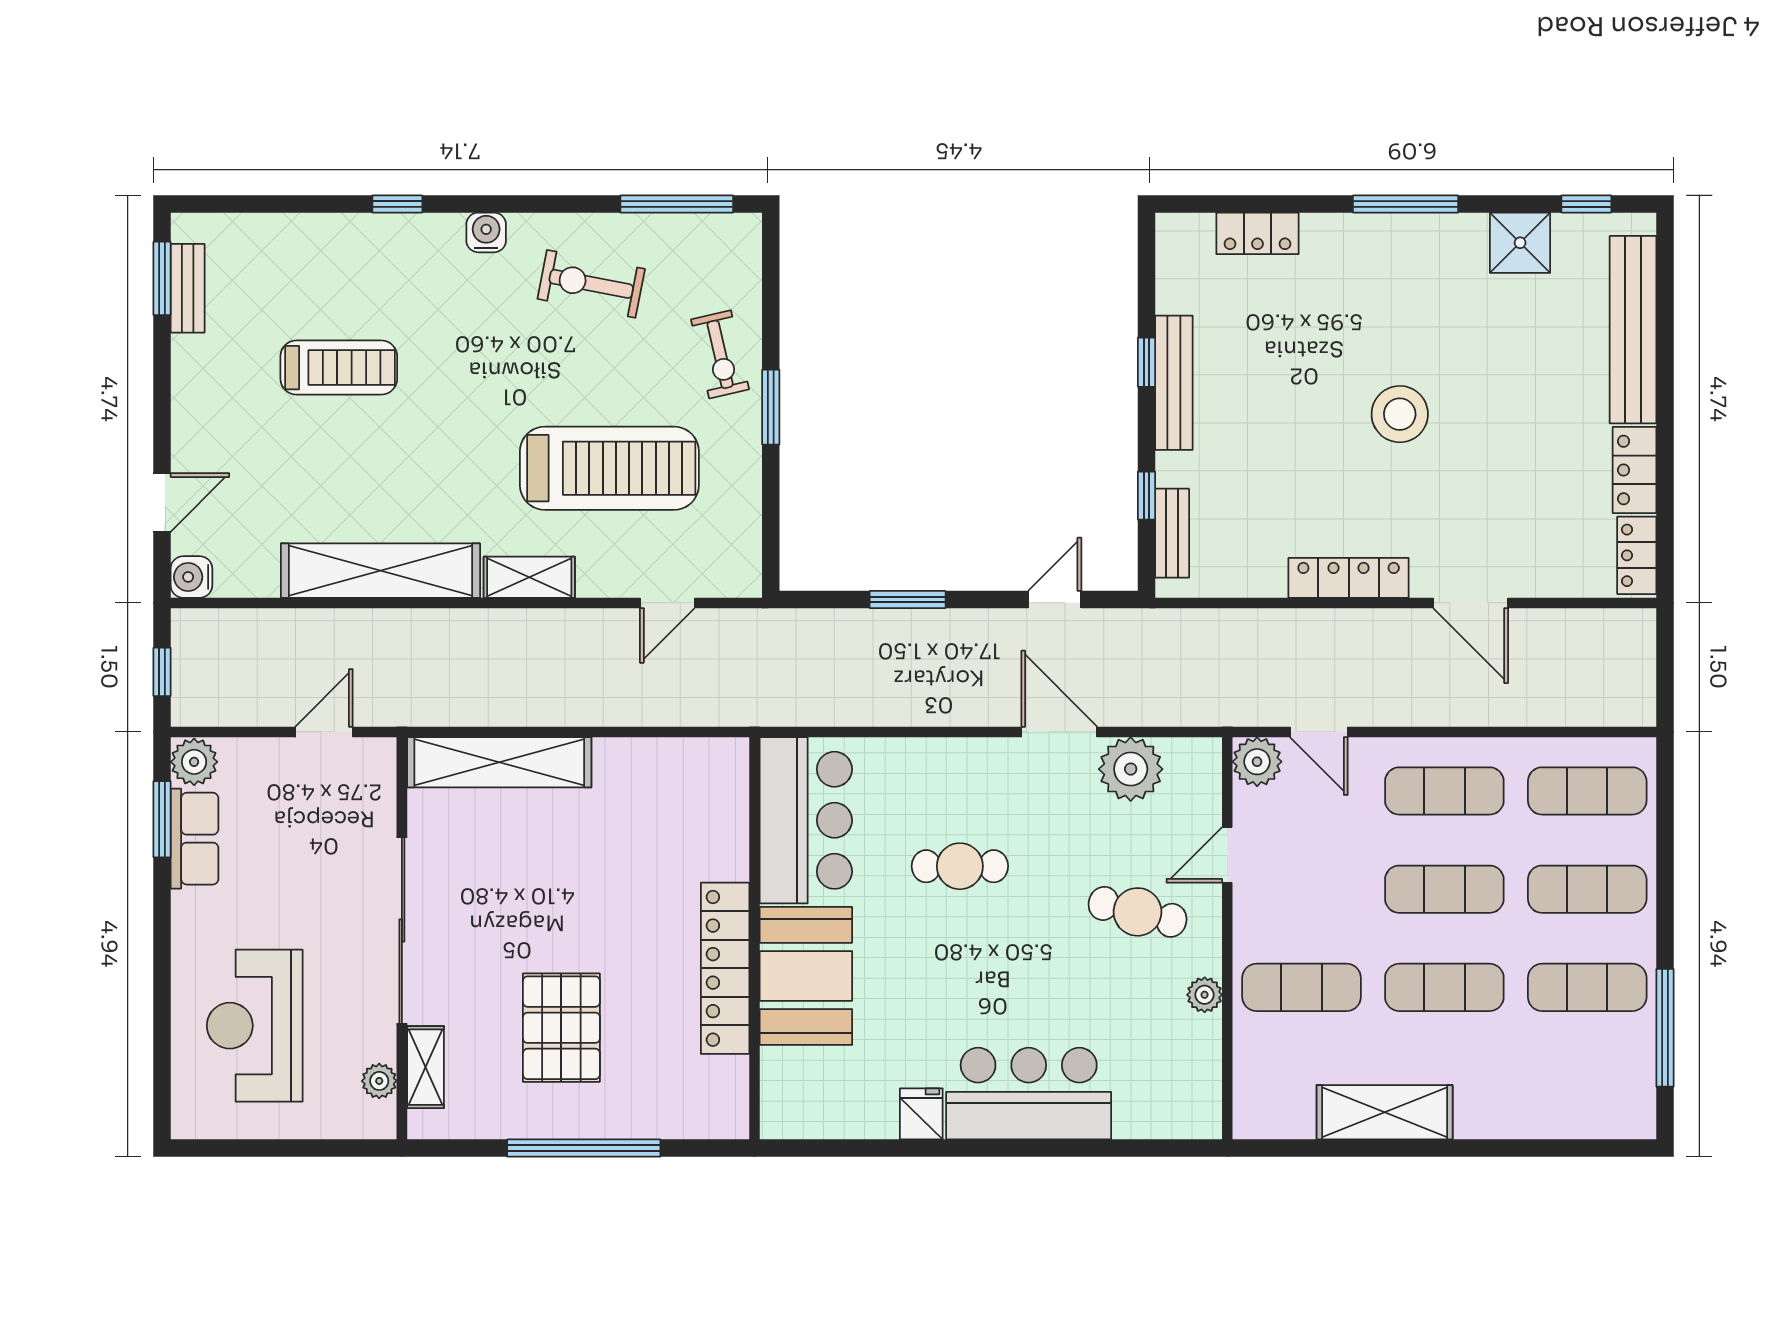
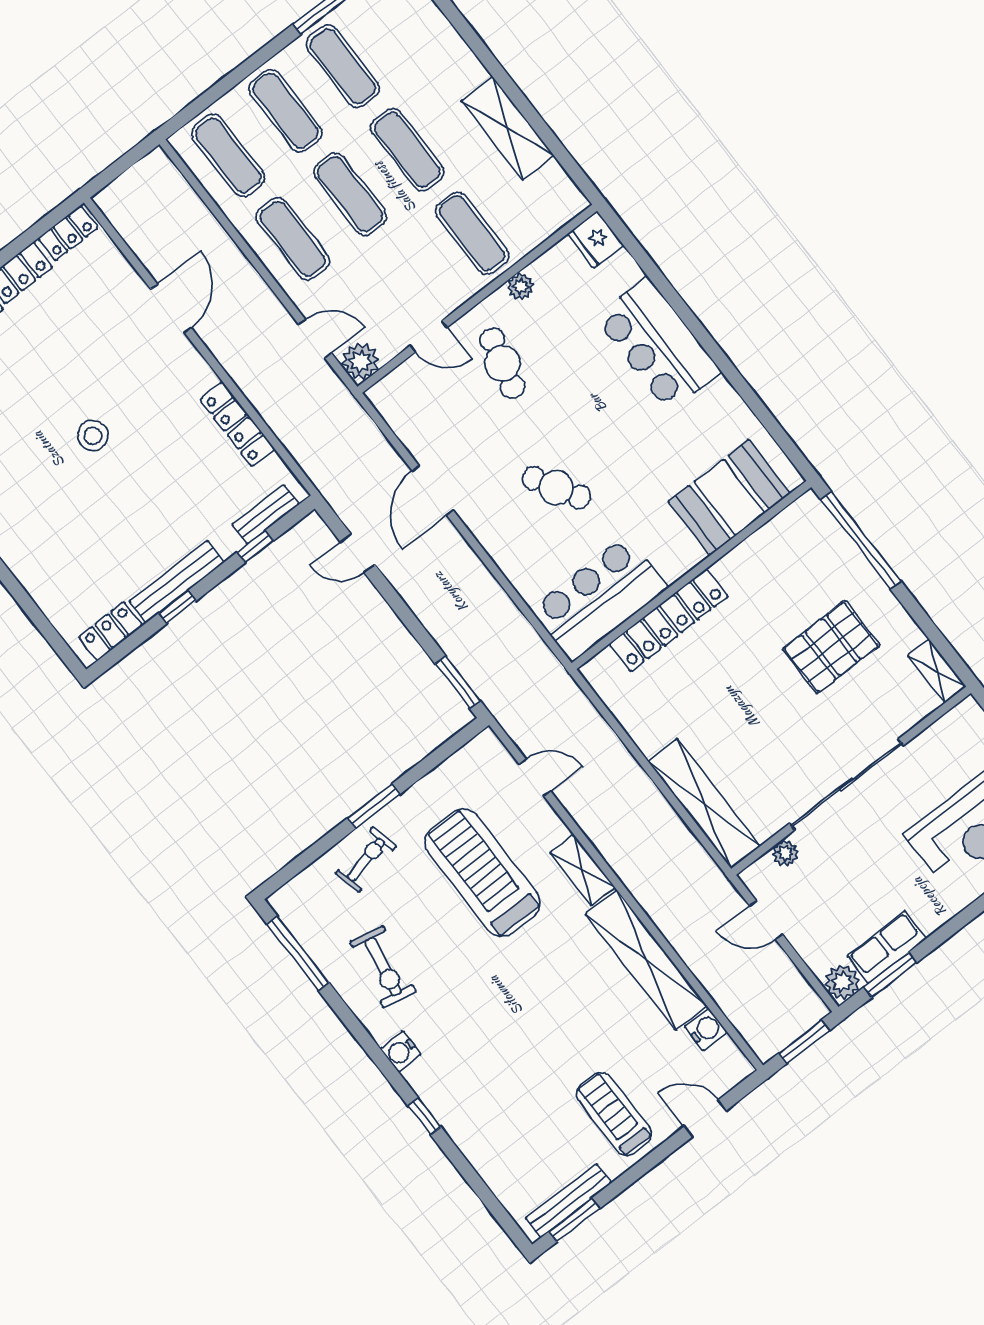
locker: (1257, 233) -> (111, 631), moved, turned -90
bench: (188, 288) -> (569, 1201), width x1.36
treadmill: (339, 368) -> (614, 1114), moved
stool: (1400, 414) -> (93, 436), width x0.73, depth x0.73
water cooler: (191, 577) -> (706, 1029), moved, turned -90
locker: (1349, 578) -> (237, 424), moved
window: (908, 600) -> (458, 682), moved
window: (162, 672) -> (804, 1042), width x1.50
door: (1319, 732) -> (315, 339), hinge flipped
plant: (1131, 769) -> (422, 432), removed
cafe table: (960, 866) -> (556, 488), turned -30
locker: (725, 968) -> (669, 620), moved
booth: (806, 976) -> (729, 497), moved
shelving: (426, 1067) -> (937, 671), moved, turned 90
plant: (379, 1081) -> (785, 853), moved
fridge: (921, 1114) -> (596, 240), moved, width x1.38
window: (584, 1148) -> (861, 540), moved

